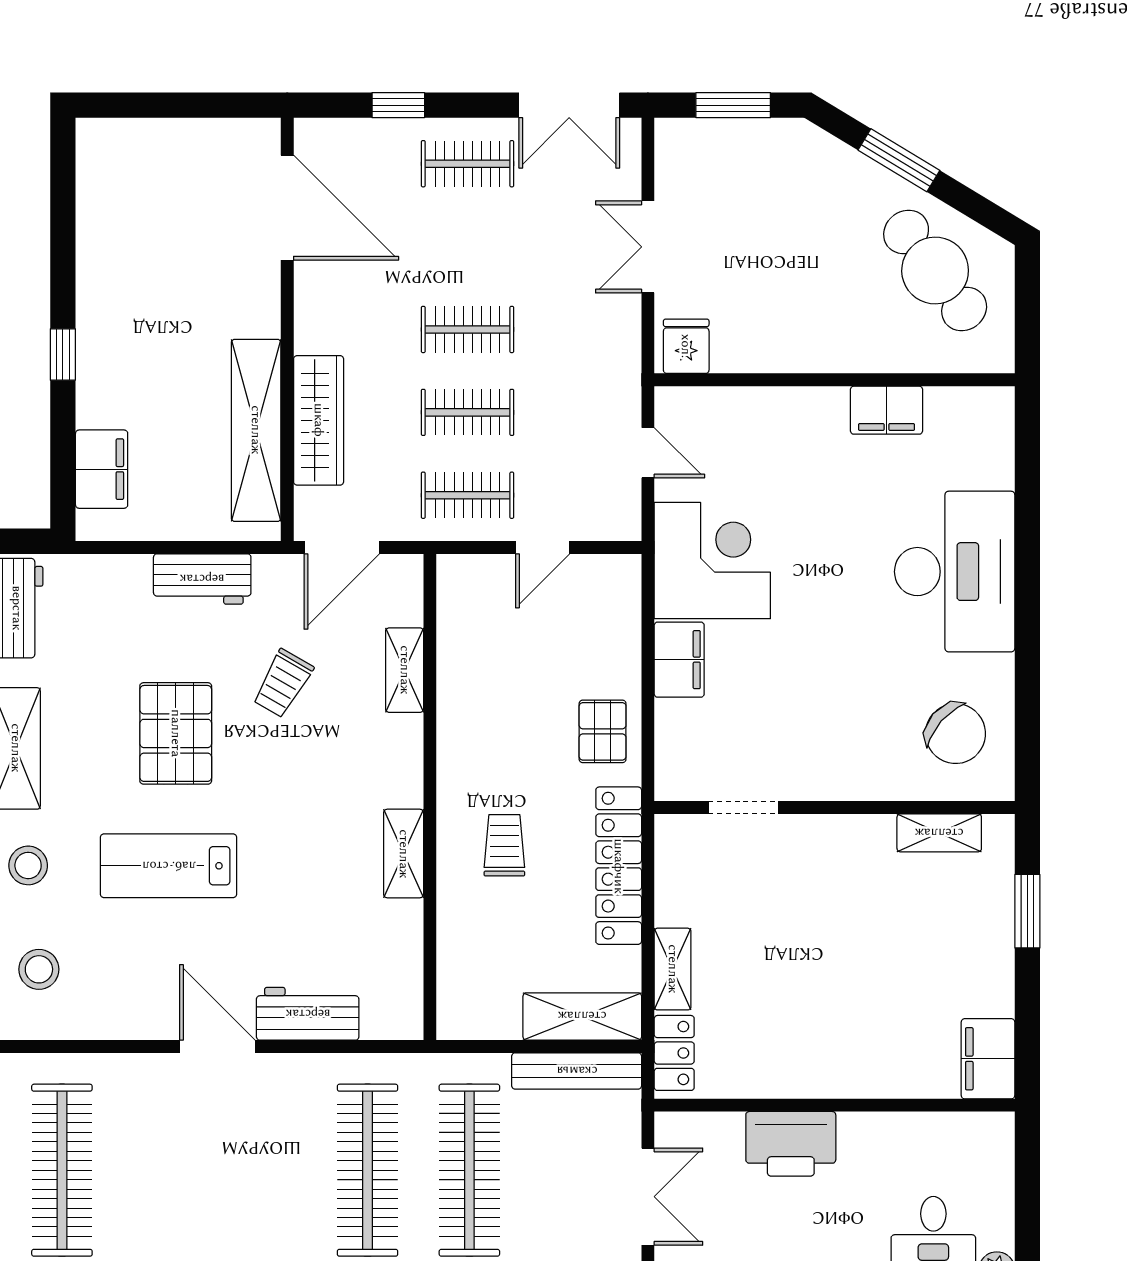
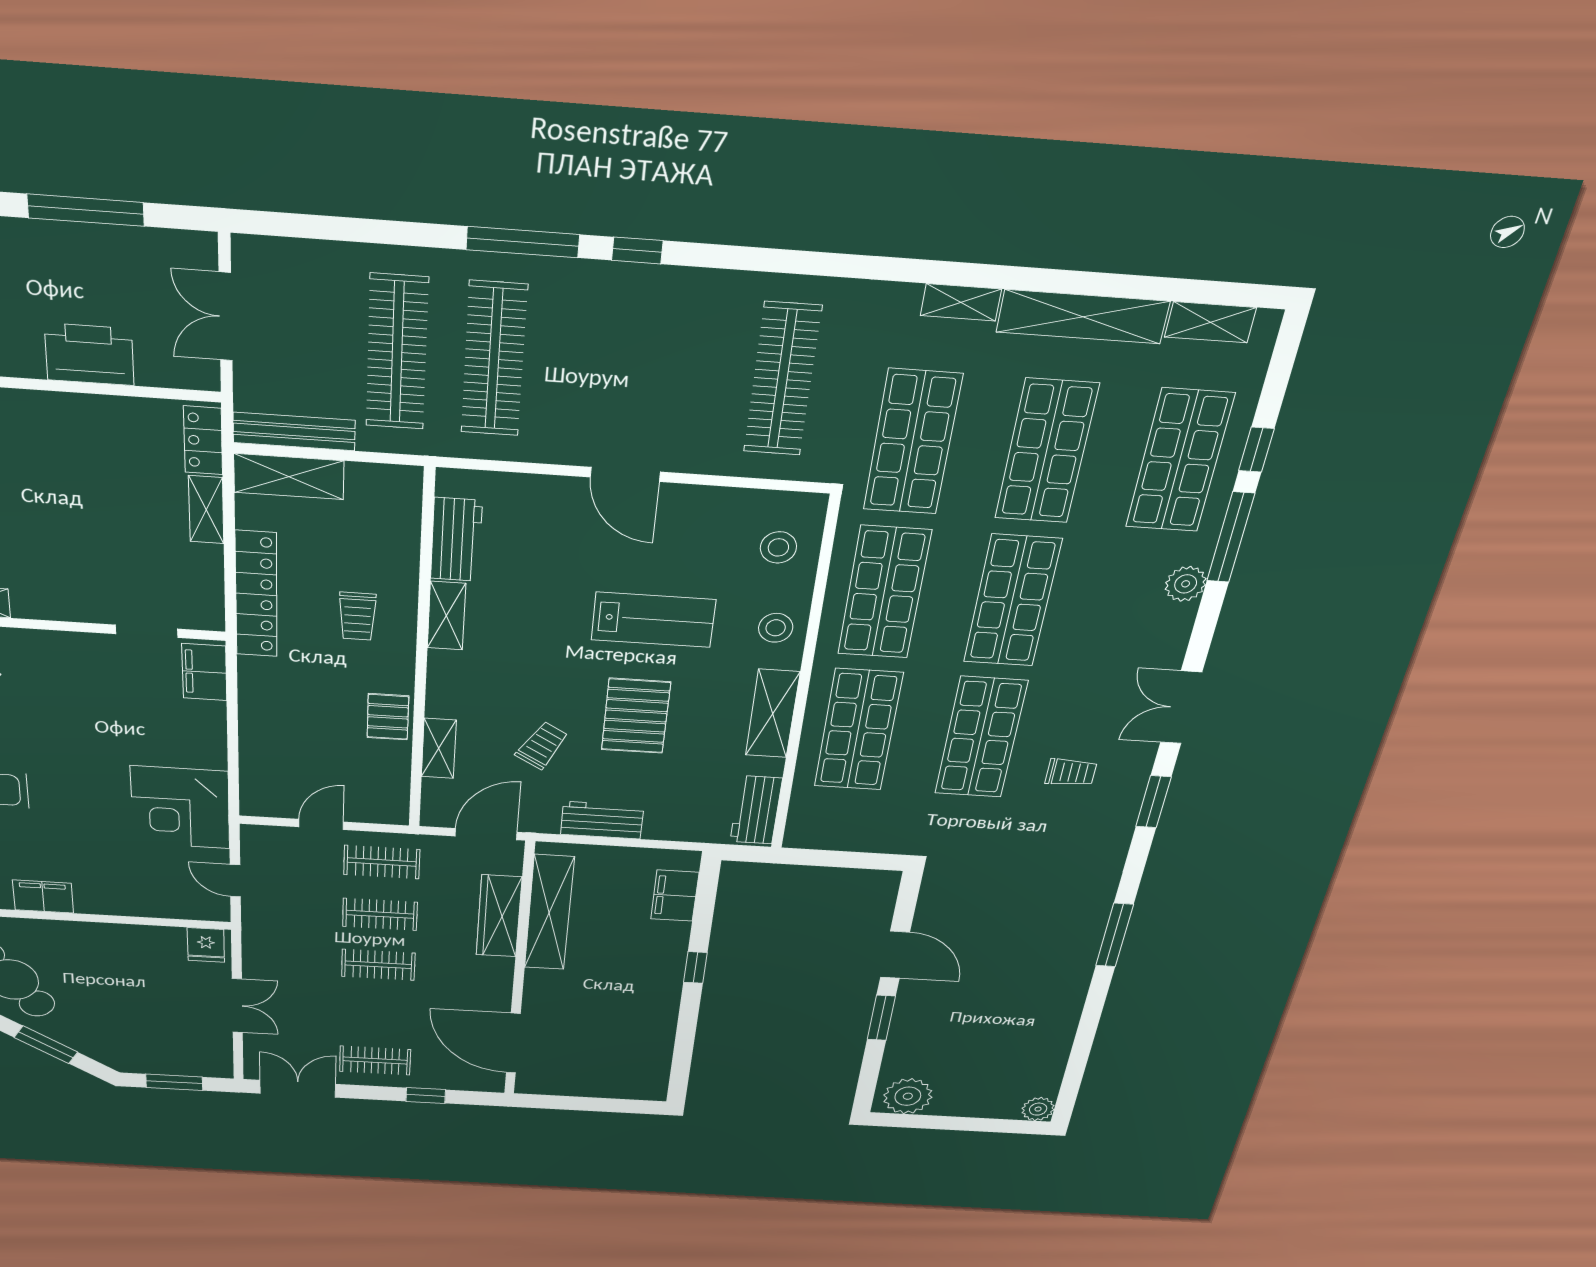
filing cabinet: (679, 660) -> (204, 672), moved
pallet: (603, 731) -> (388, 717), moved
workbench: (308, 1014) -> (456, 540), moved, turned -90

